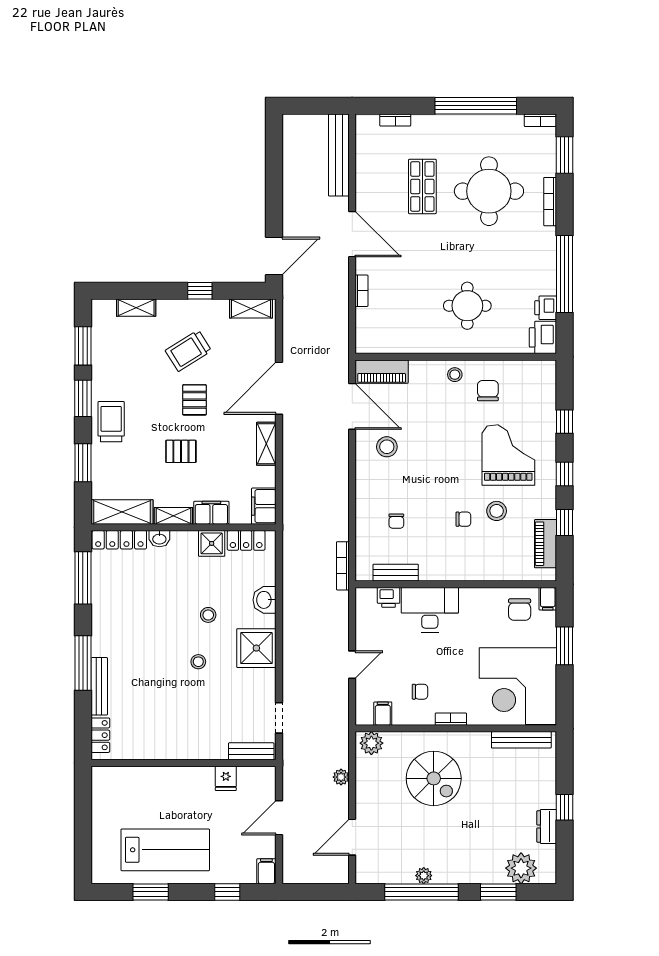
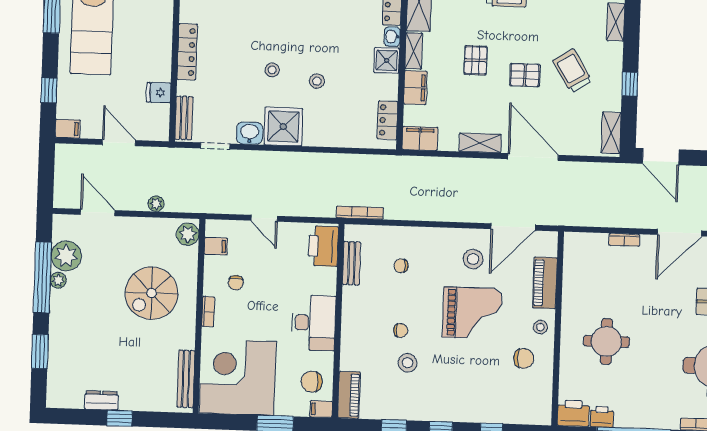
piano: (382, 372) -> (545, 283), moved
grand piano: (508, 455) -> (472, 313), moved
chair: (463, 519) -> (401, 330), turned -90
shower: (212, 543) -> (387, 60), moved
piano: (545, 544) -> (349, 395), moved, turned 90
printer: (389, 597) -> (323, 246), width x1.87, depth x1.48
washbasin: (265, 600) -> (250, 133), moved
desk: (430, 610) -> (314, 323), moved
locker: (183, 750) -> (187, 52), added
plant: (521, 868) -> (66, 256), moved

